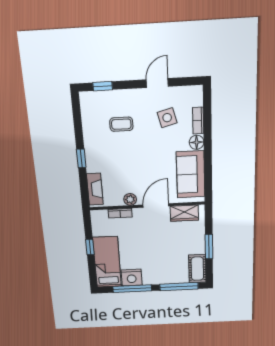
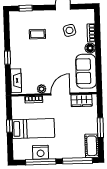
bed: (107, 262) -> (33, 129), moved, turned 90

